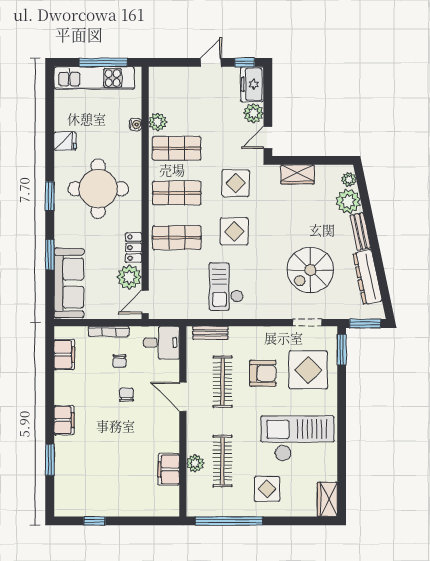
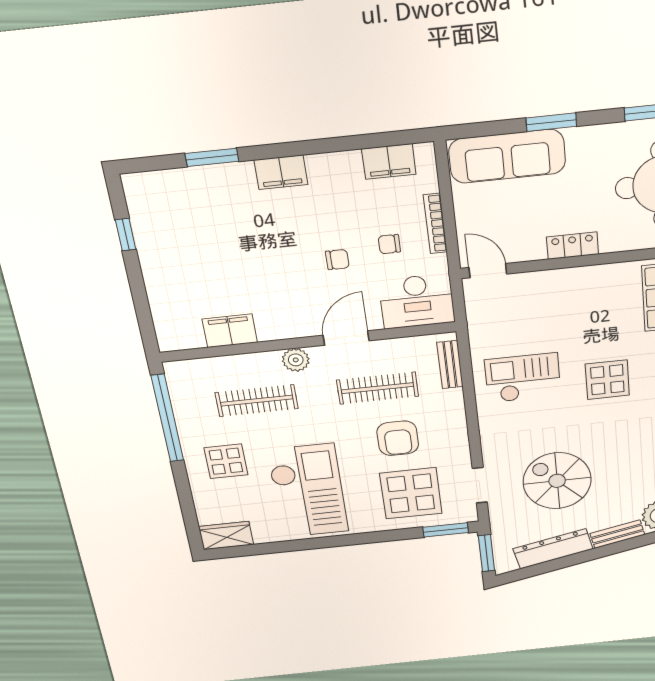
shop shelf: (177, 238) -> (593, 304), removed
plant: (129, 277) -> (525, 244), removed
desk: (162, 343) -> (417, 301), width x1.37
plant: (195, 463) -> (296, 360), moved

